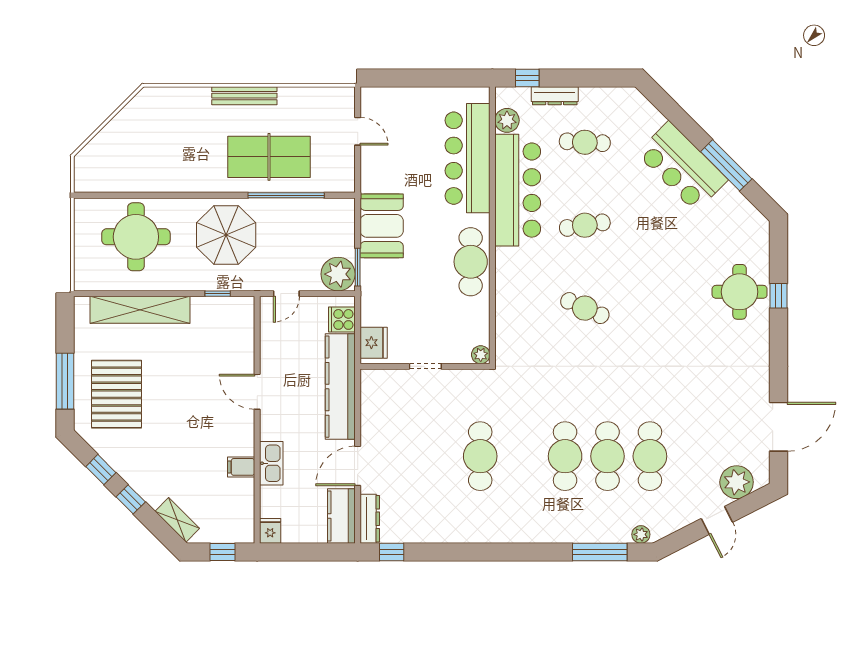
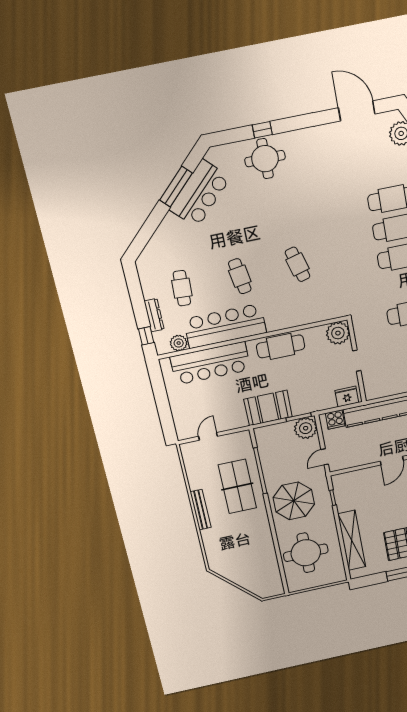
bar counter: (682, 167) -> (200, 194), moved
door: (286, 294) -> (325, 457), swing flipped
cafe table: (585, 308) -> (297, 264), turned -39
plant: (481, 355) -> (338, 333), width x1.87, depth x1.87

